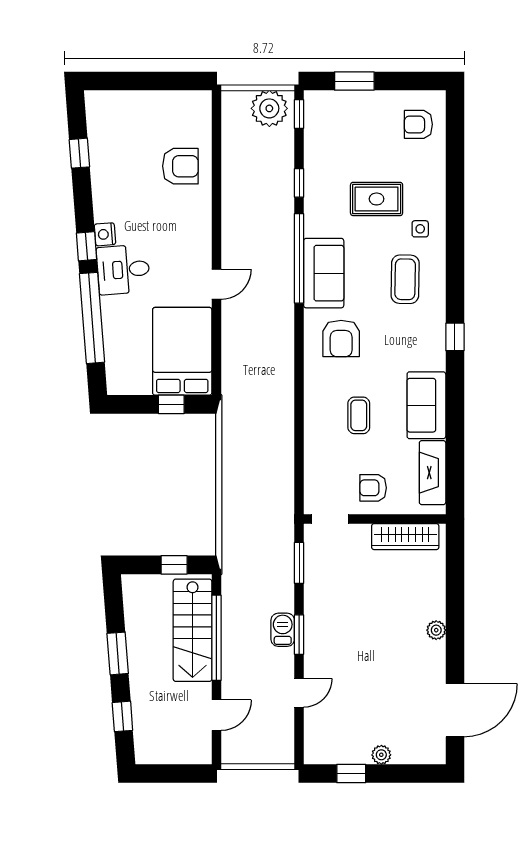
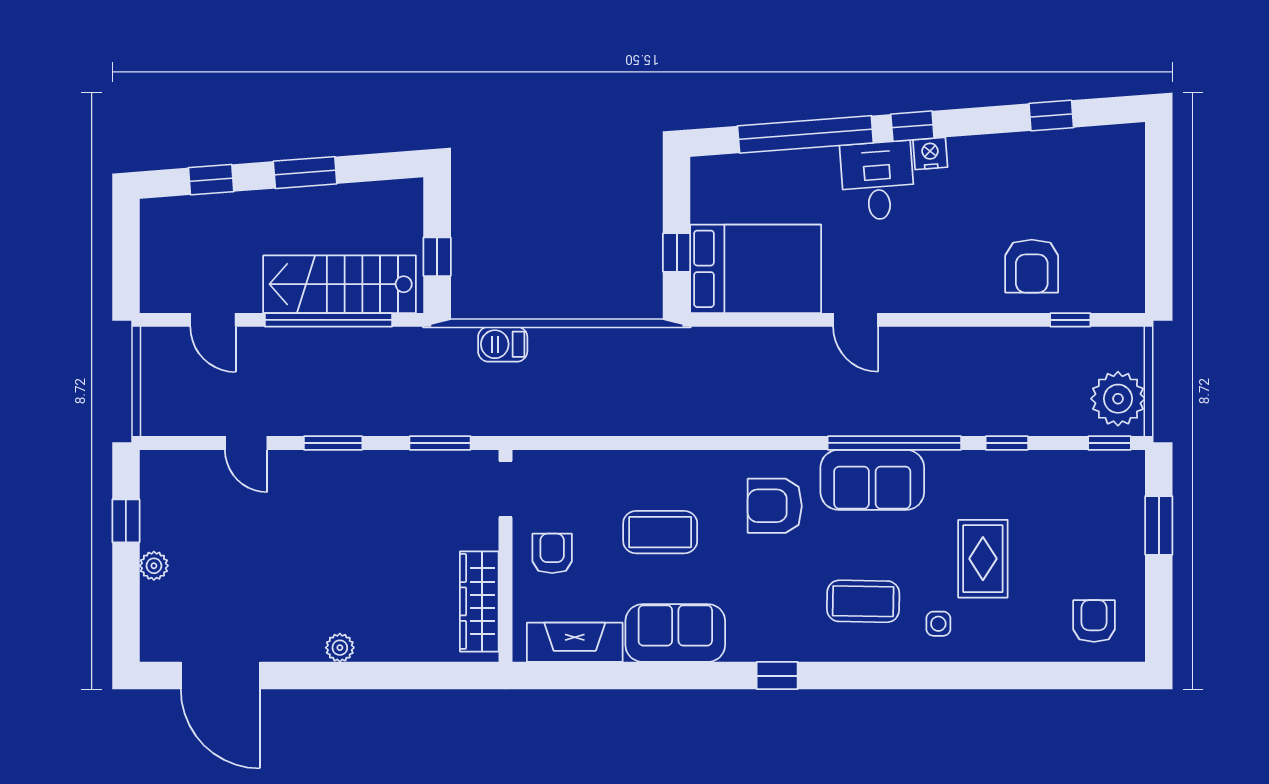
window: (216, 140) -> (1070, 320), added
coffee table: (359, 415) -> (660, 532), width x1.36, depth x1.30
barbecue: (283, 630) -> (503, 344), moved, turned 180

